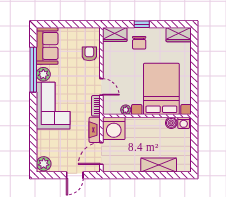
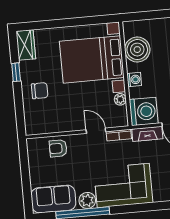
window: (142, 24) -> (16, 72), moved
wardrobe: (115, 34) -> (33, 120), removed
door: (101, 87) -> (96, 131), hinge flipped
boiler: (171, 123) -> (137, 50), width x1.86, depth x1.86
washing machine: (184, 123) -> (134, 80), moved

